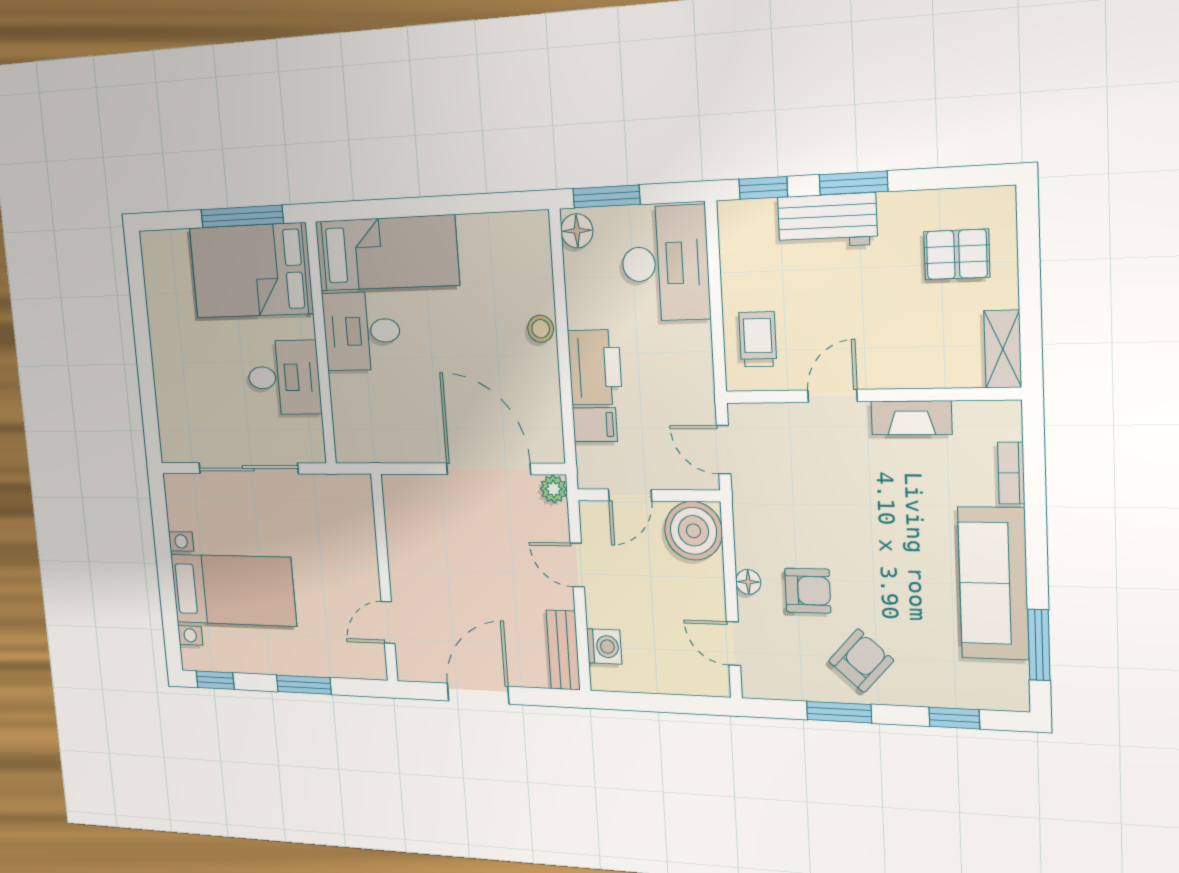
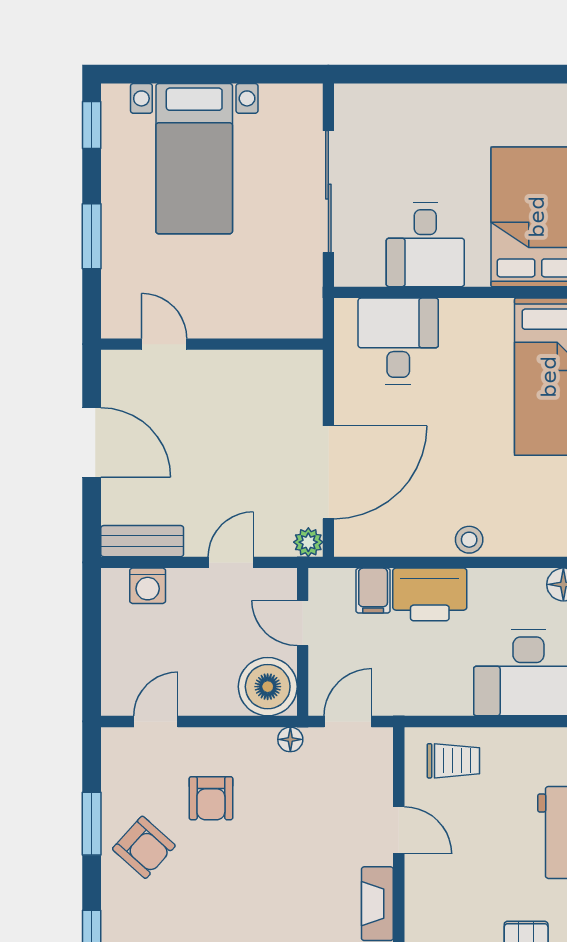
desk: (362, 331) -> (398, 341), moved
floor lamp: (748, 582) -> (290, 739), moved

